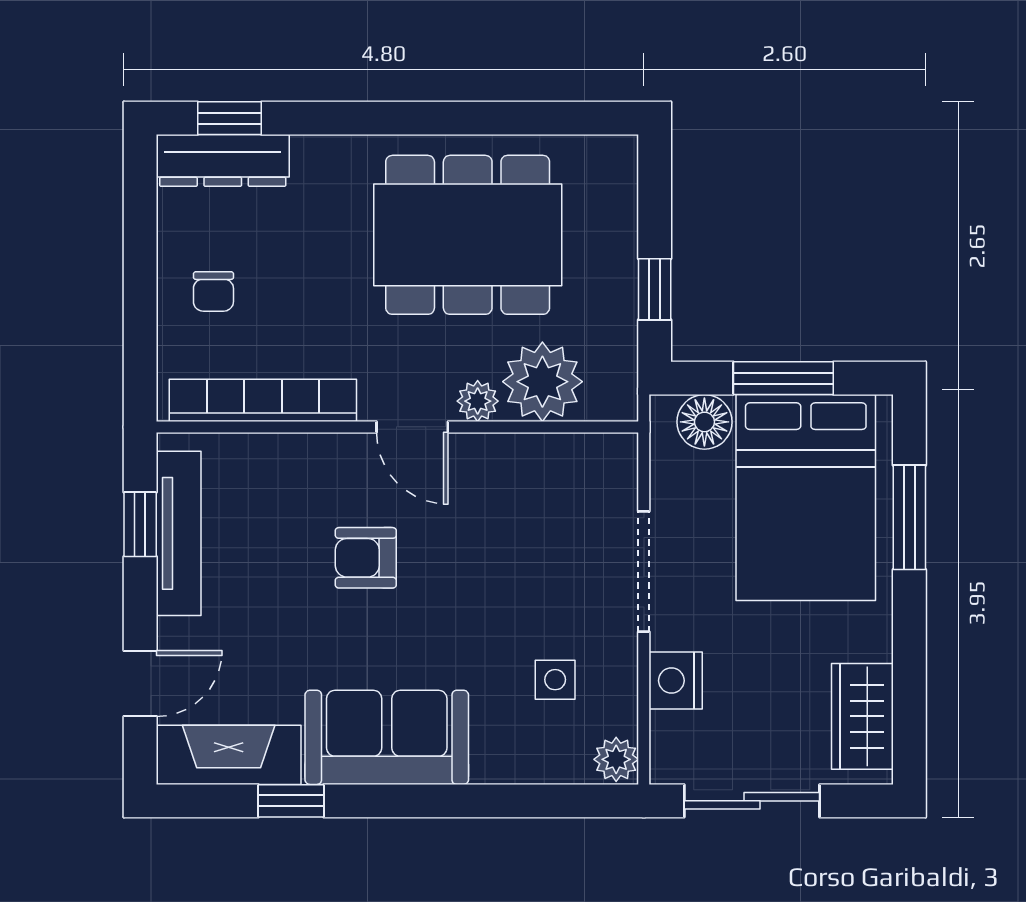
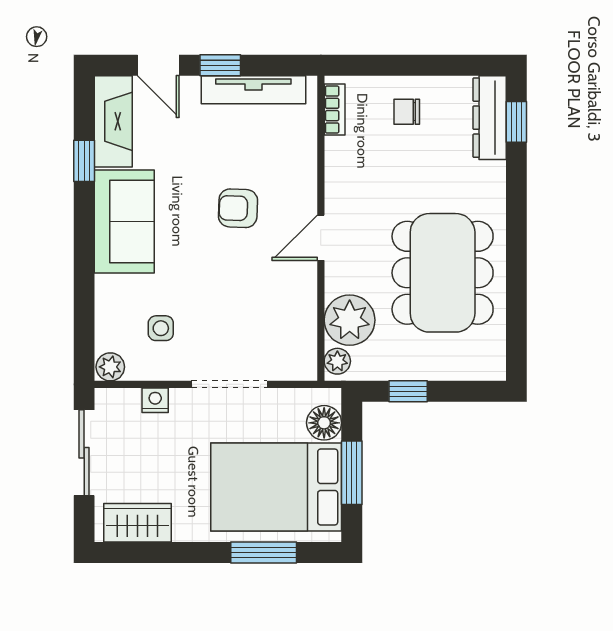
bookcase: (263, 400) -> (335, 109), width x0.43, depth x0.76
plant: (478, 401) -> (337, 361), moved
window: (140, 524) -> (220, 65), moved
armchair: (366, 558) -> (238, 208), turned -88
nightstand: (676, 681) -> (155, 400), width x0.72, depth x0.74

